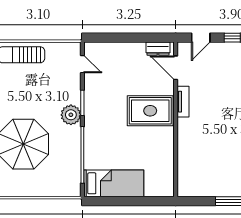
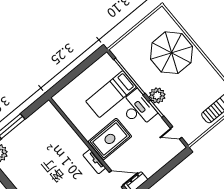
desk: (100, 118) -> (138, 109), added
bed: (114, 183) -> (111, 94), moved

